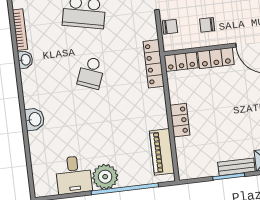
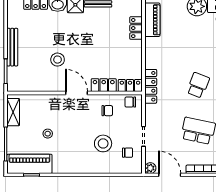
chair: (170, 27) -> (130, 102), moved
locker: (180, 120) -> (136, 28), moved

